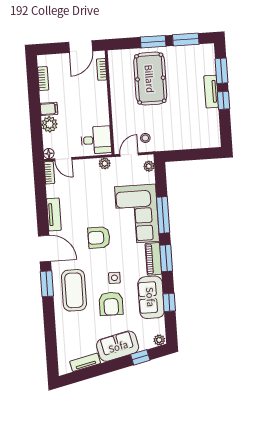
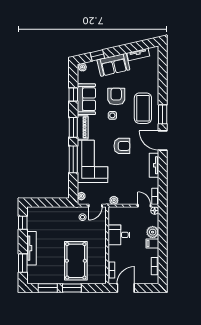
tv unit: (211, 92) -> (32, 248), width x1.41
window: (224, 100) -> (23, 223), moved
desk: (96, 140) -> (119, 235), moved

